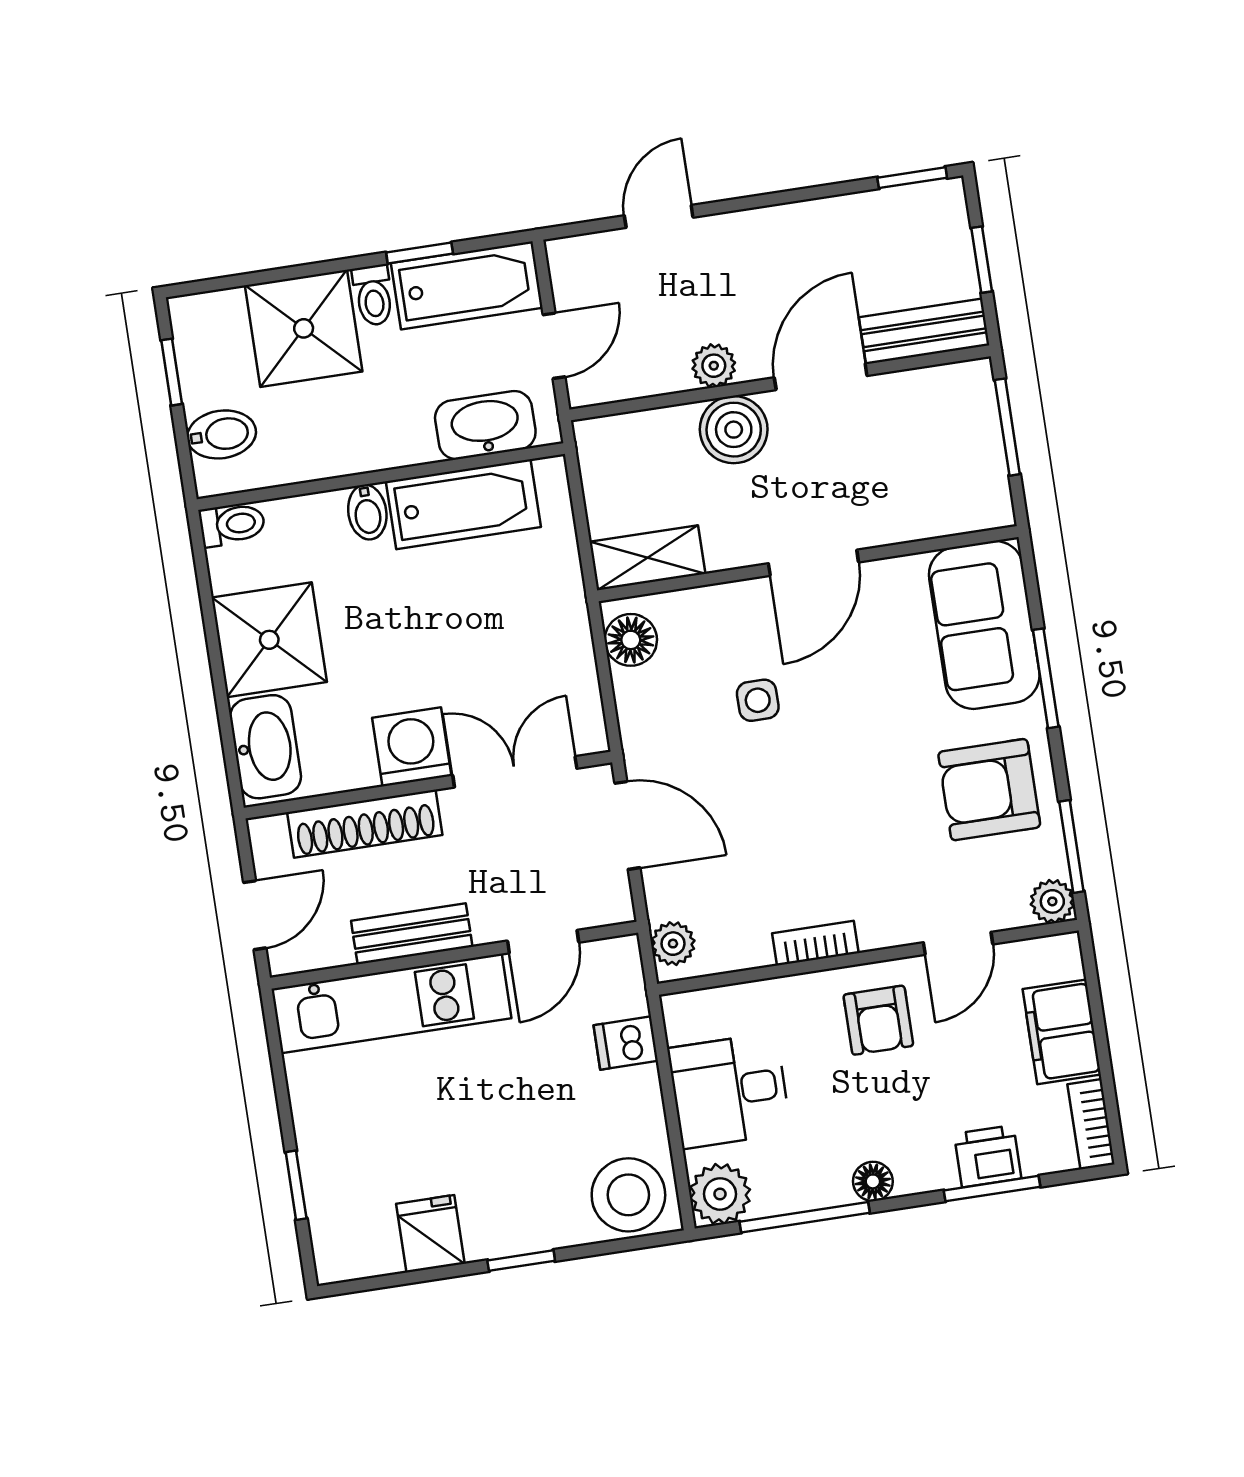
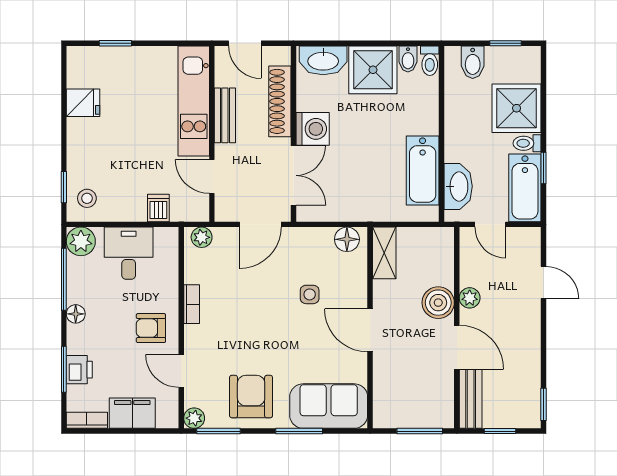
bidet: (367, 512) -> (408, 59), moved, turned -90
stool: (628, 1195) -> (87, 198), width x0.53, depth x0.53
window: (521, 1261) -> (64, 187), moved

